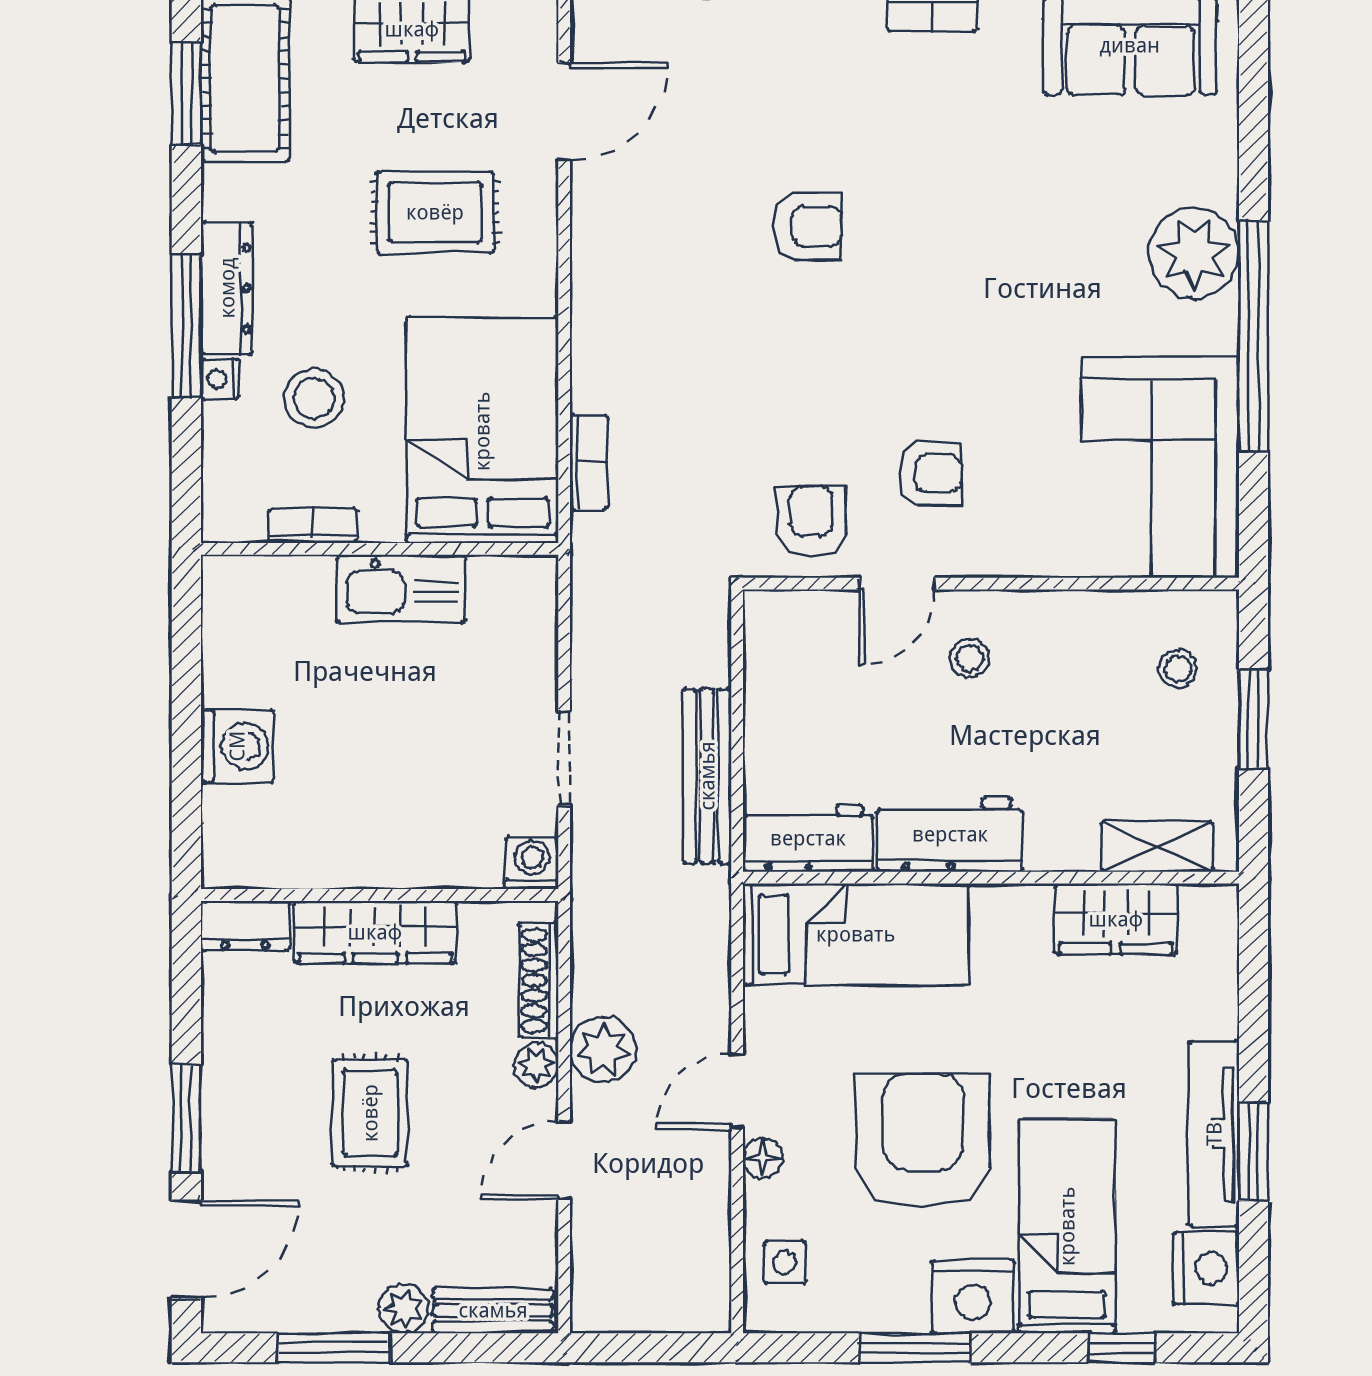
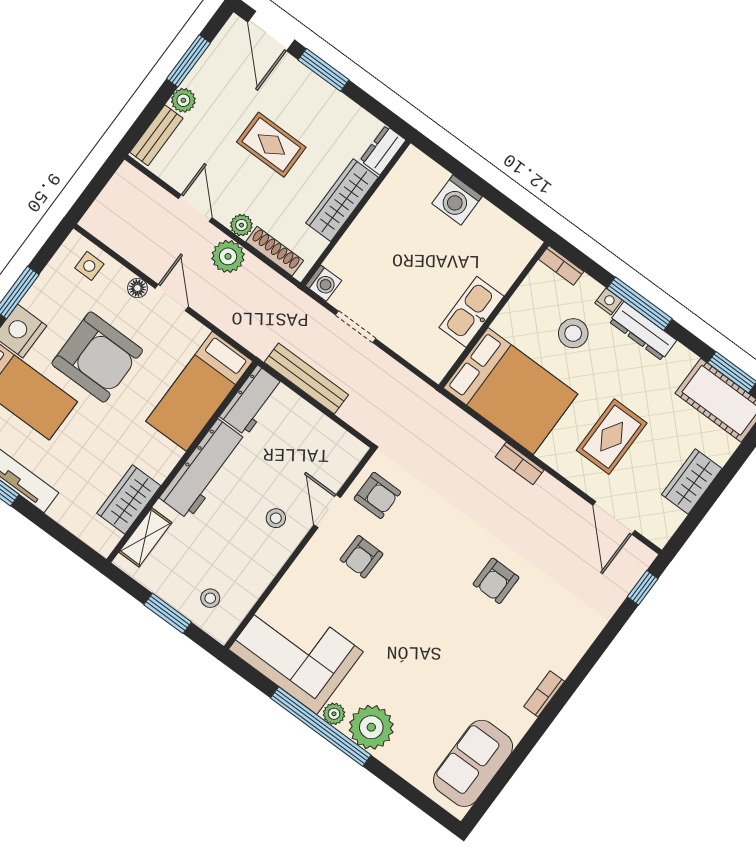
plant: (1217, 330) -> (334, 714), added
bookcase: (589, 462) -> (520, 463), moved
bookcase: (312, 526) -> (561, 265), moved, turned 90
workbench: (950, 834) -> (203, 469), width x1.38

